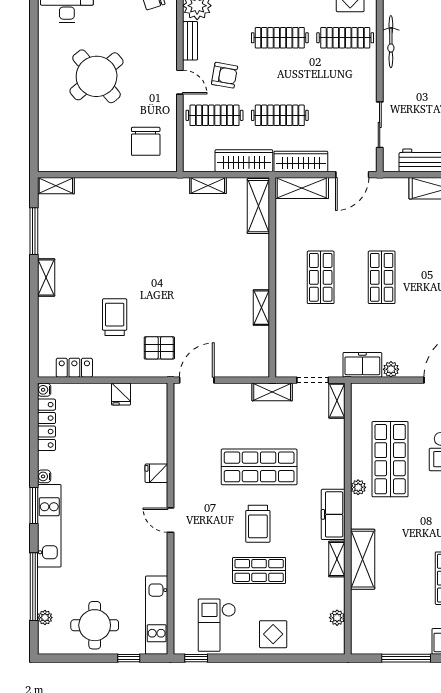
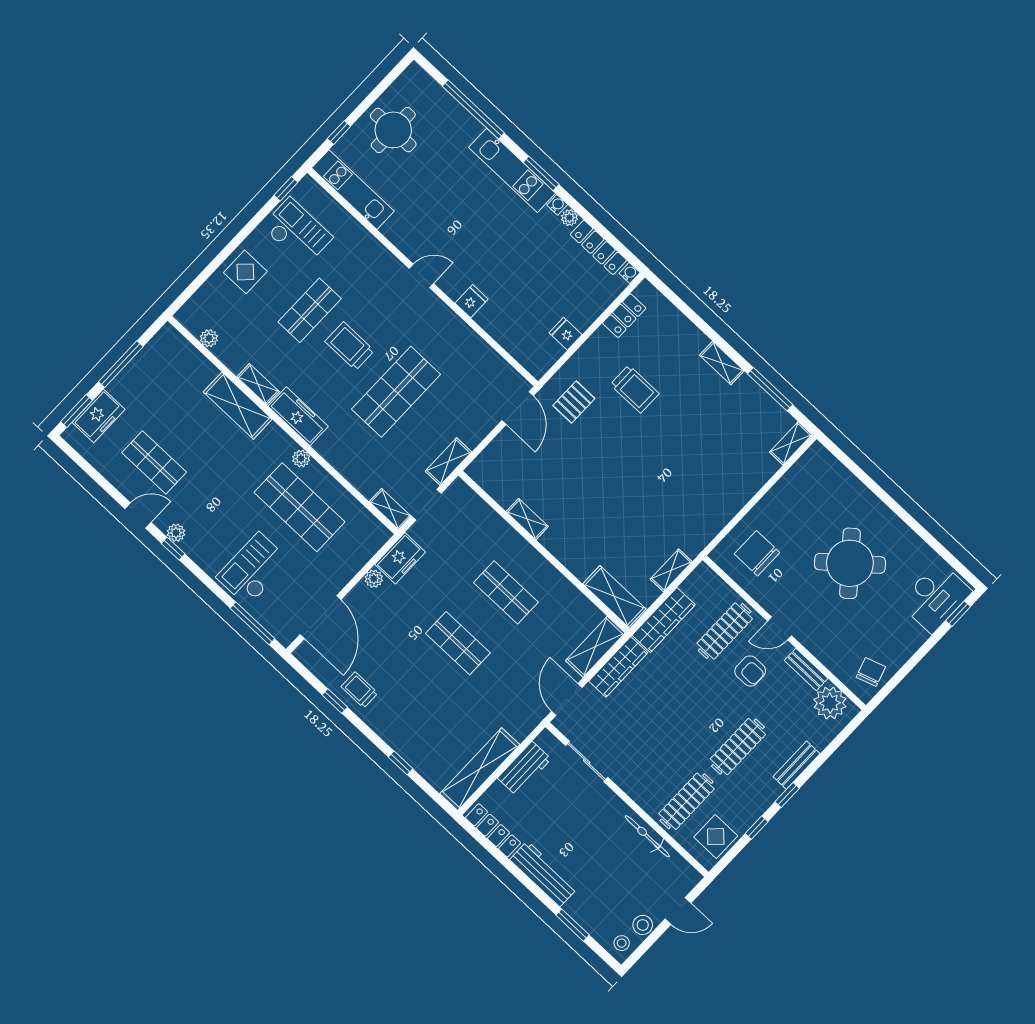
armchair: (225, 75) -> (750, 671), turned -100
clothes rail: (280, 115) -> (673, 686), removed
plant: (45, 618) -> (569, 218), moved

